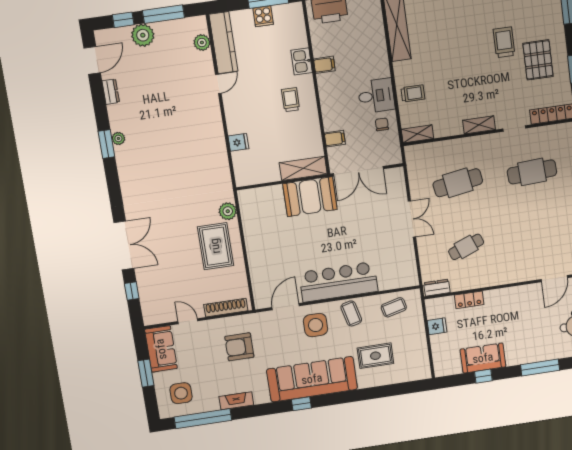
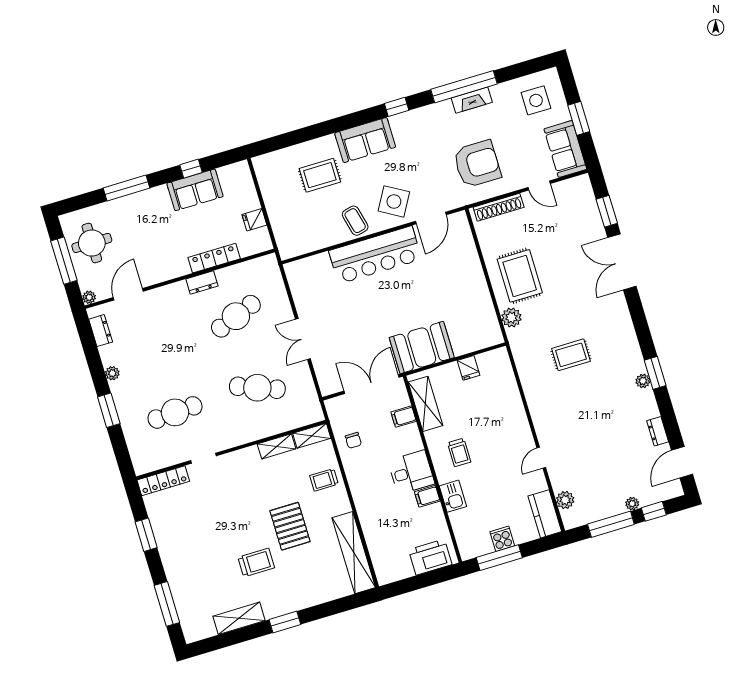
plant: (143, 35) -> (632, 504), width x0.53, depth x0.53
trolley: (504, 42) -> (256, 562), moved, turned -90
kitchen counter: (223, 43) -> (545, 514), width x0.67
pallet: (538, 60) -> (290, 526), moved
desk: (376, 96) -> (411, 472), moved, turned 180
shelving: (479, 125) -> (277, 446), moved
fridge: (238, 142) -> (469, 368), moved, turned -90
shelving: (303, 168) -> (425, 404), moved, turned 90
rug: (180, 171) -> (571, 355), added
cafe table: (458, 183) -> (257, 388), turned 30
cafe table: (466, 247) -> (236, 316), width x1.37, depth x1.35
dresser: (437, 288) -> (202, 282), moved
window: (132, 291) -> (607, 211), width x1.50
locker: (469, 300) -> (214, 258), width x1.53
coffee table: (394, 307) -> (308, 235), removed
side table: (316, 325) -> (394, 201), turned 30
armchair: (239, 347) -> (477, 164), width x1.36, depth x1.36
sofa: (312, 379) -> (365, 140), width x0.54, depth x0.79
window: (203, 419) -> (464, 87), moved

